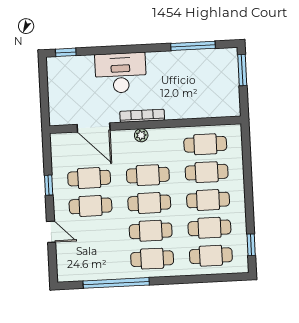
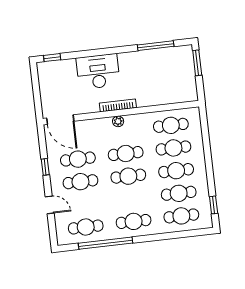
door: (94, 127) -> (60, 120), moved
cafe table: (151, 231) -> (86, 227), moved

